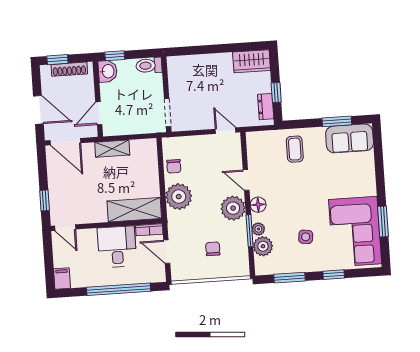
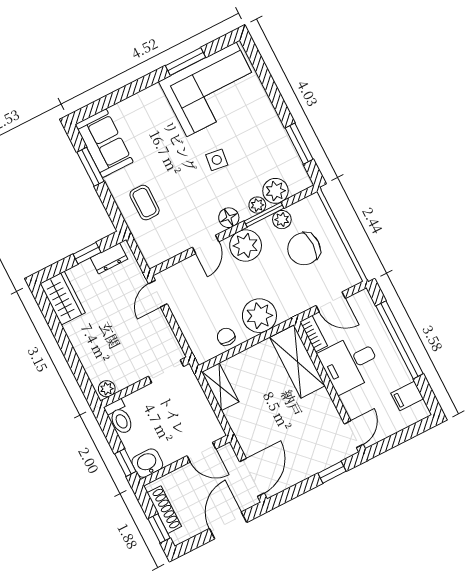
plant: (173, 65) -> (107, 389), added
shelving: (112, 149) -> (220, 387), moved
coffee table: (295, 149) -> (145, 203), turned 90
chair: (174, 166) -> (226, 337), turned -90
side table: (306, 237) -> (217, 160), moved
plant: (241, 242) -> (282, 220), added
chair: (213, 249) -> (304, 249), width x1.87, depth x1.87
door: (167, 252) -> (331, 302), hinge flipped
window: (334, 275) -> (273, 93), removed
filing cabinet: (62, 278) -> (407, 396), moved

